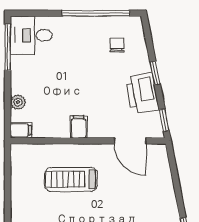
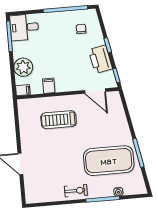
plant: (18, 102) -> (23, 67), width x1.87, depth x1.87
filing cabinet: (79, 127) -> (49, 86), moved

